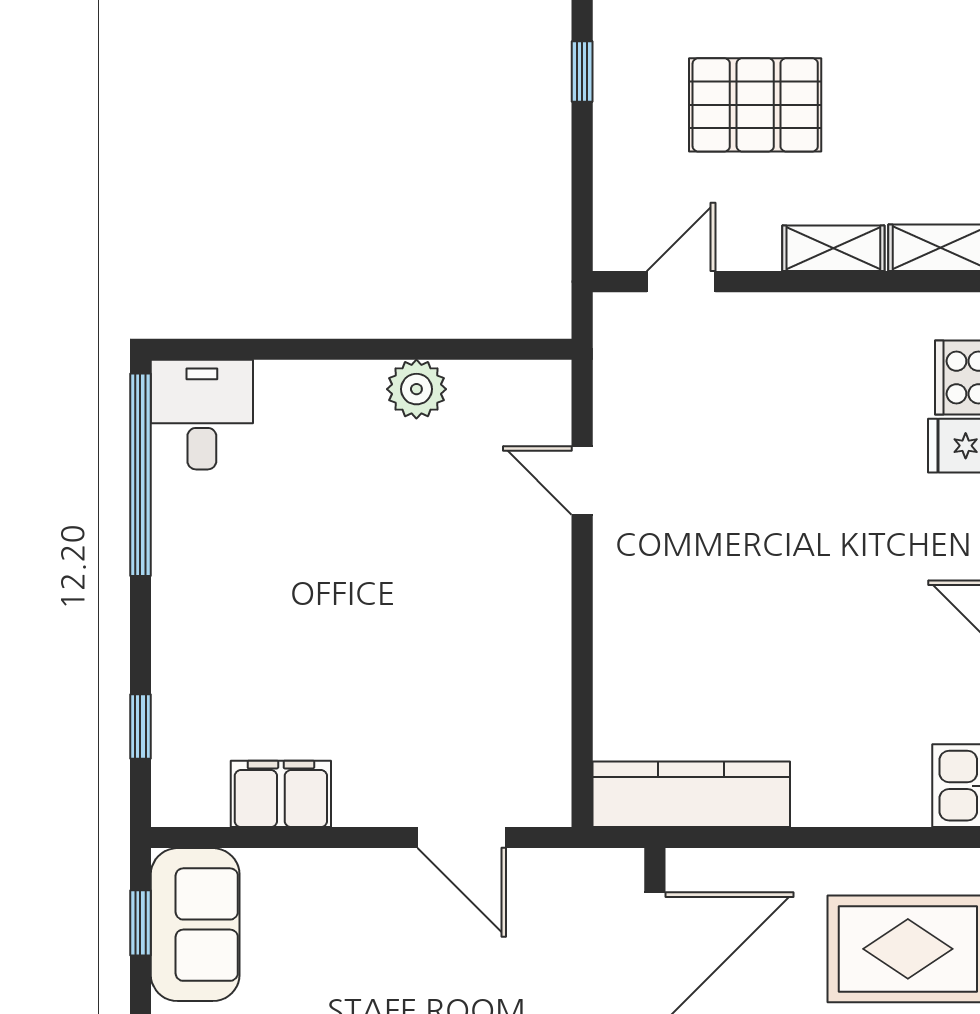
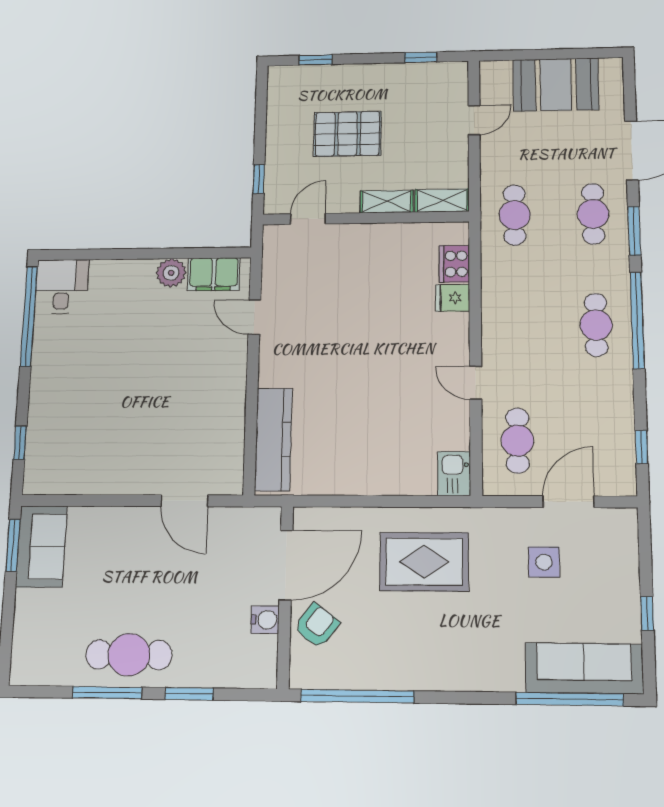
window: (582, 71) -> (259, 179), moved
filing cabinet: (281, 794) -> (214, 274), moved, turned 180
kitchen counter: (691, 794) -> (273, 439), moved, turned 90
window: (140, 923) -> (13, 545), width x1.50

